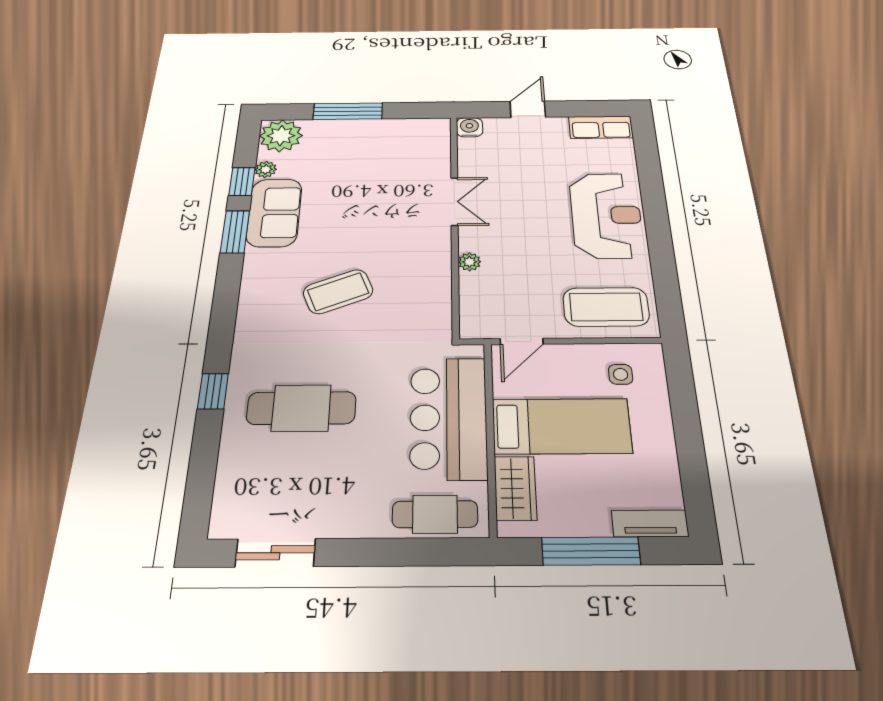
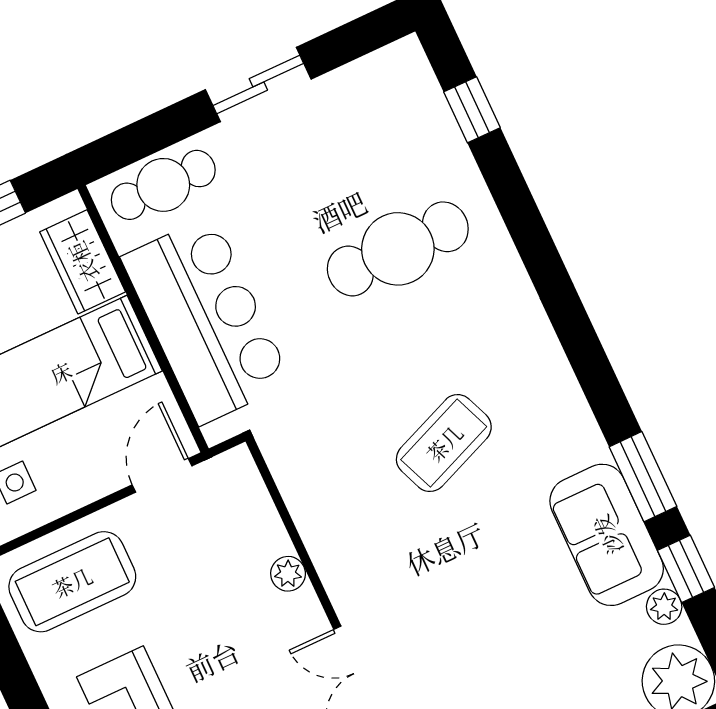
window: (213, 391) -> (472, 110), moved
sliding door: (275, 553) -> (258, 84), moved

